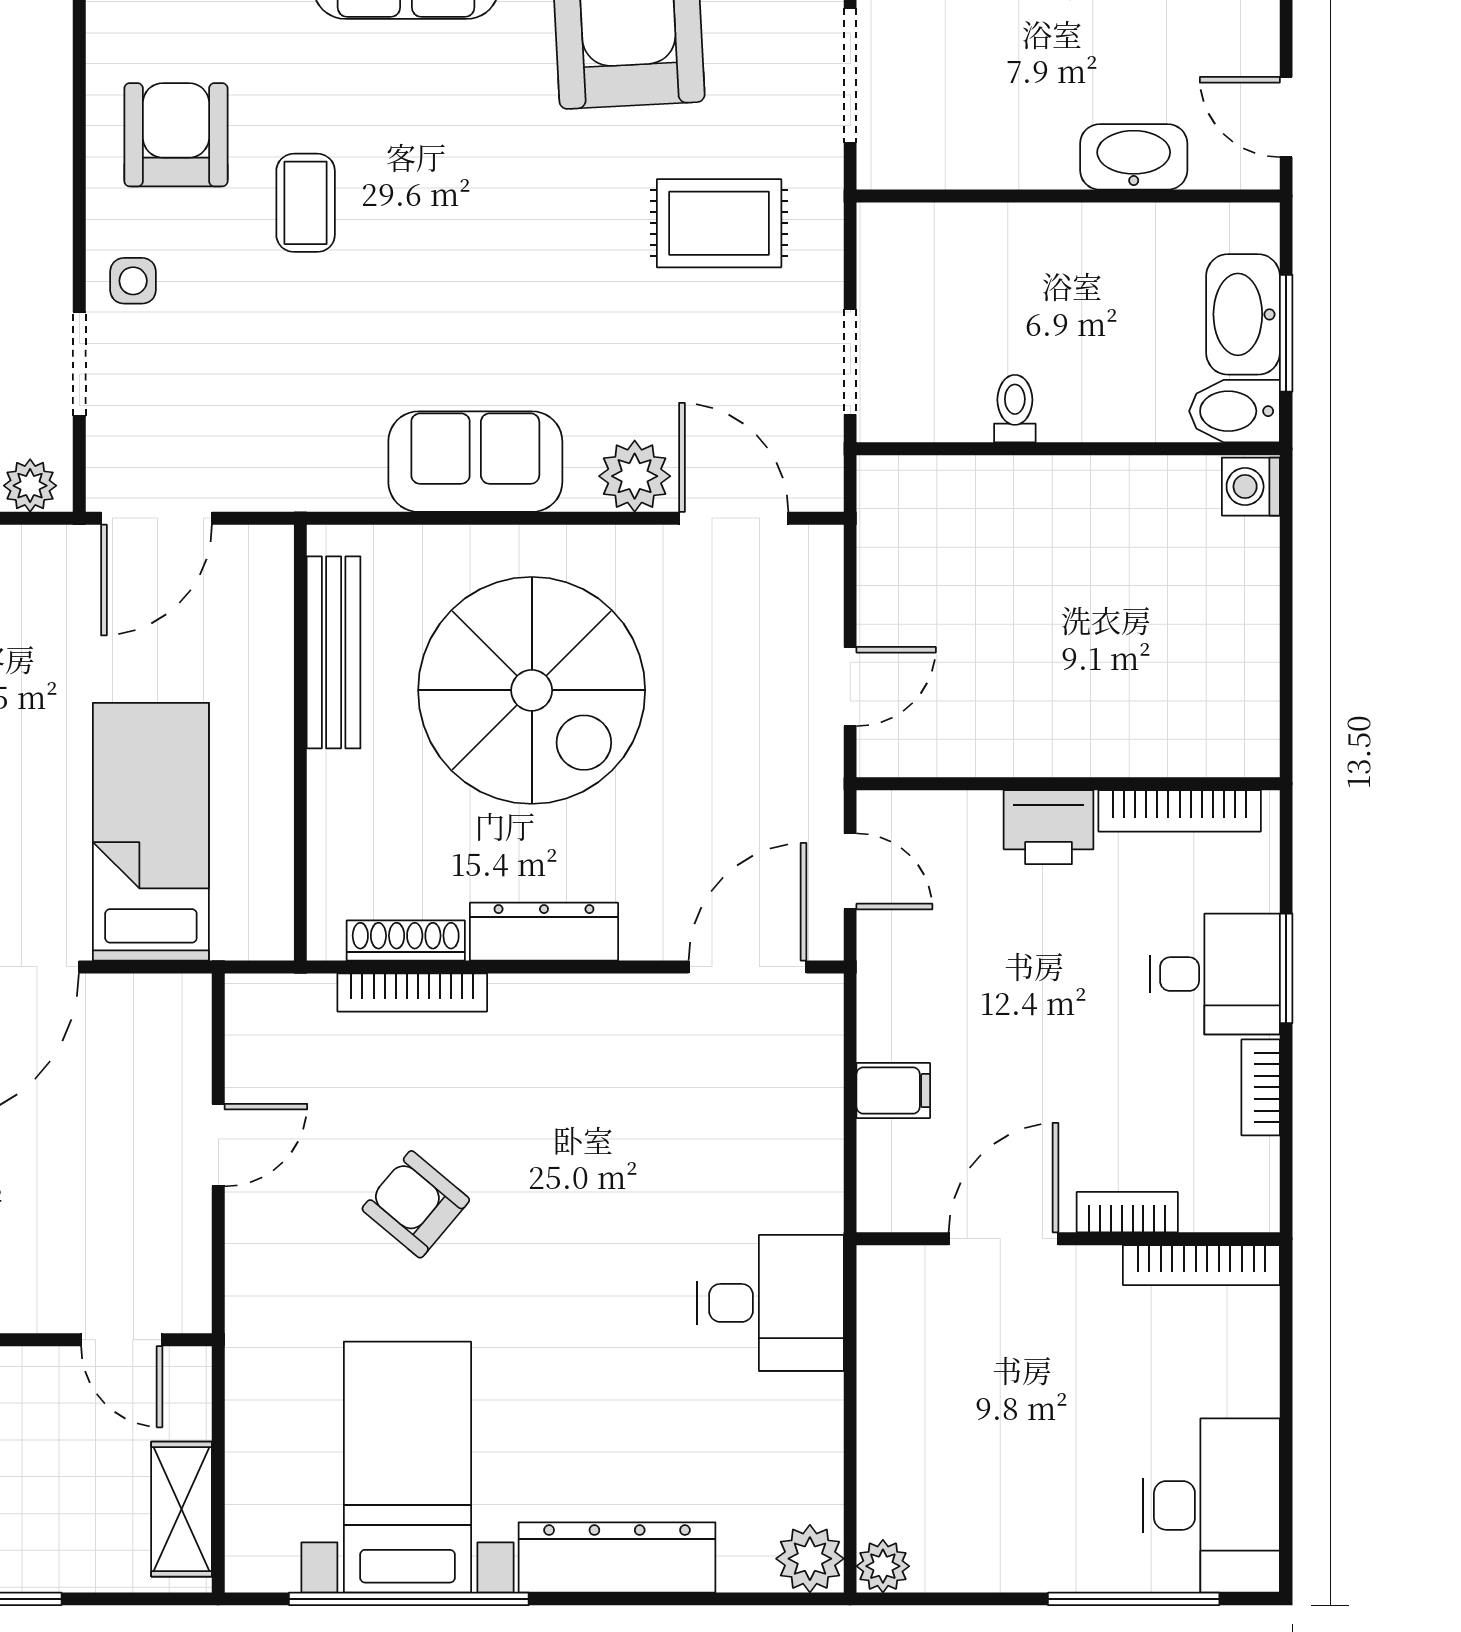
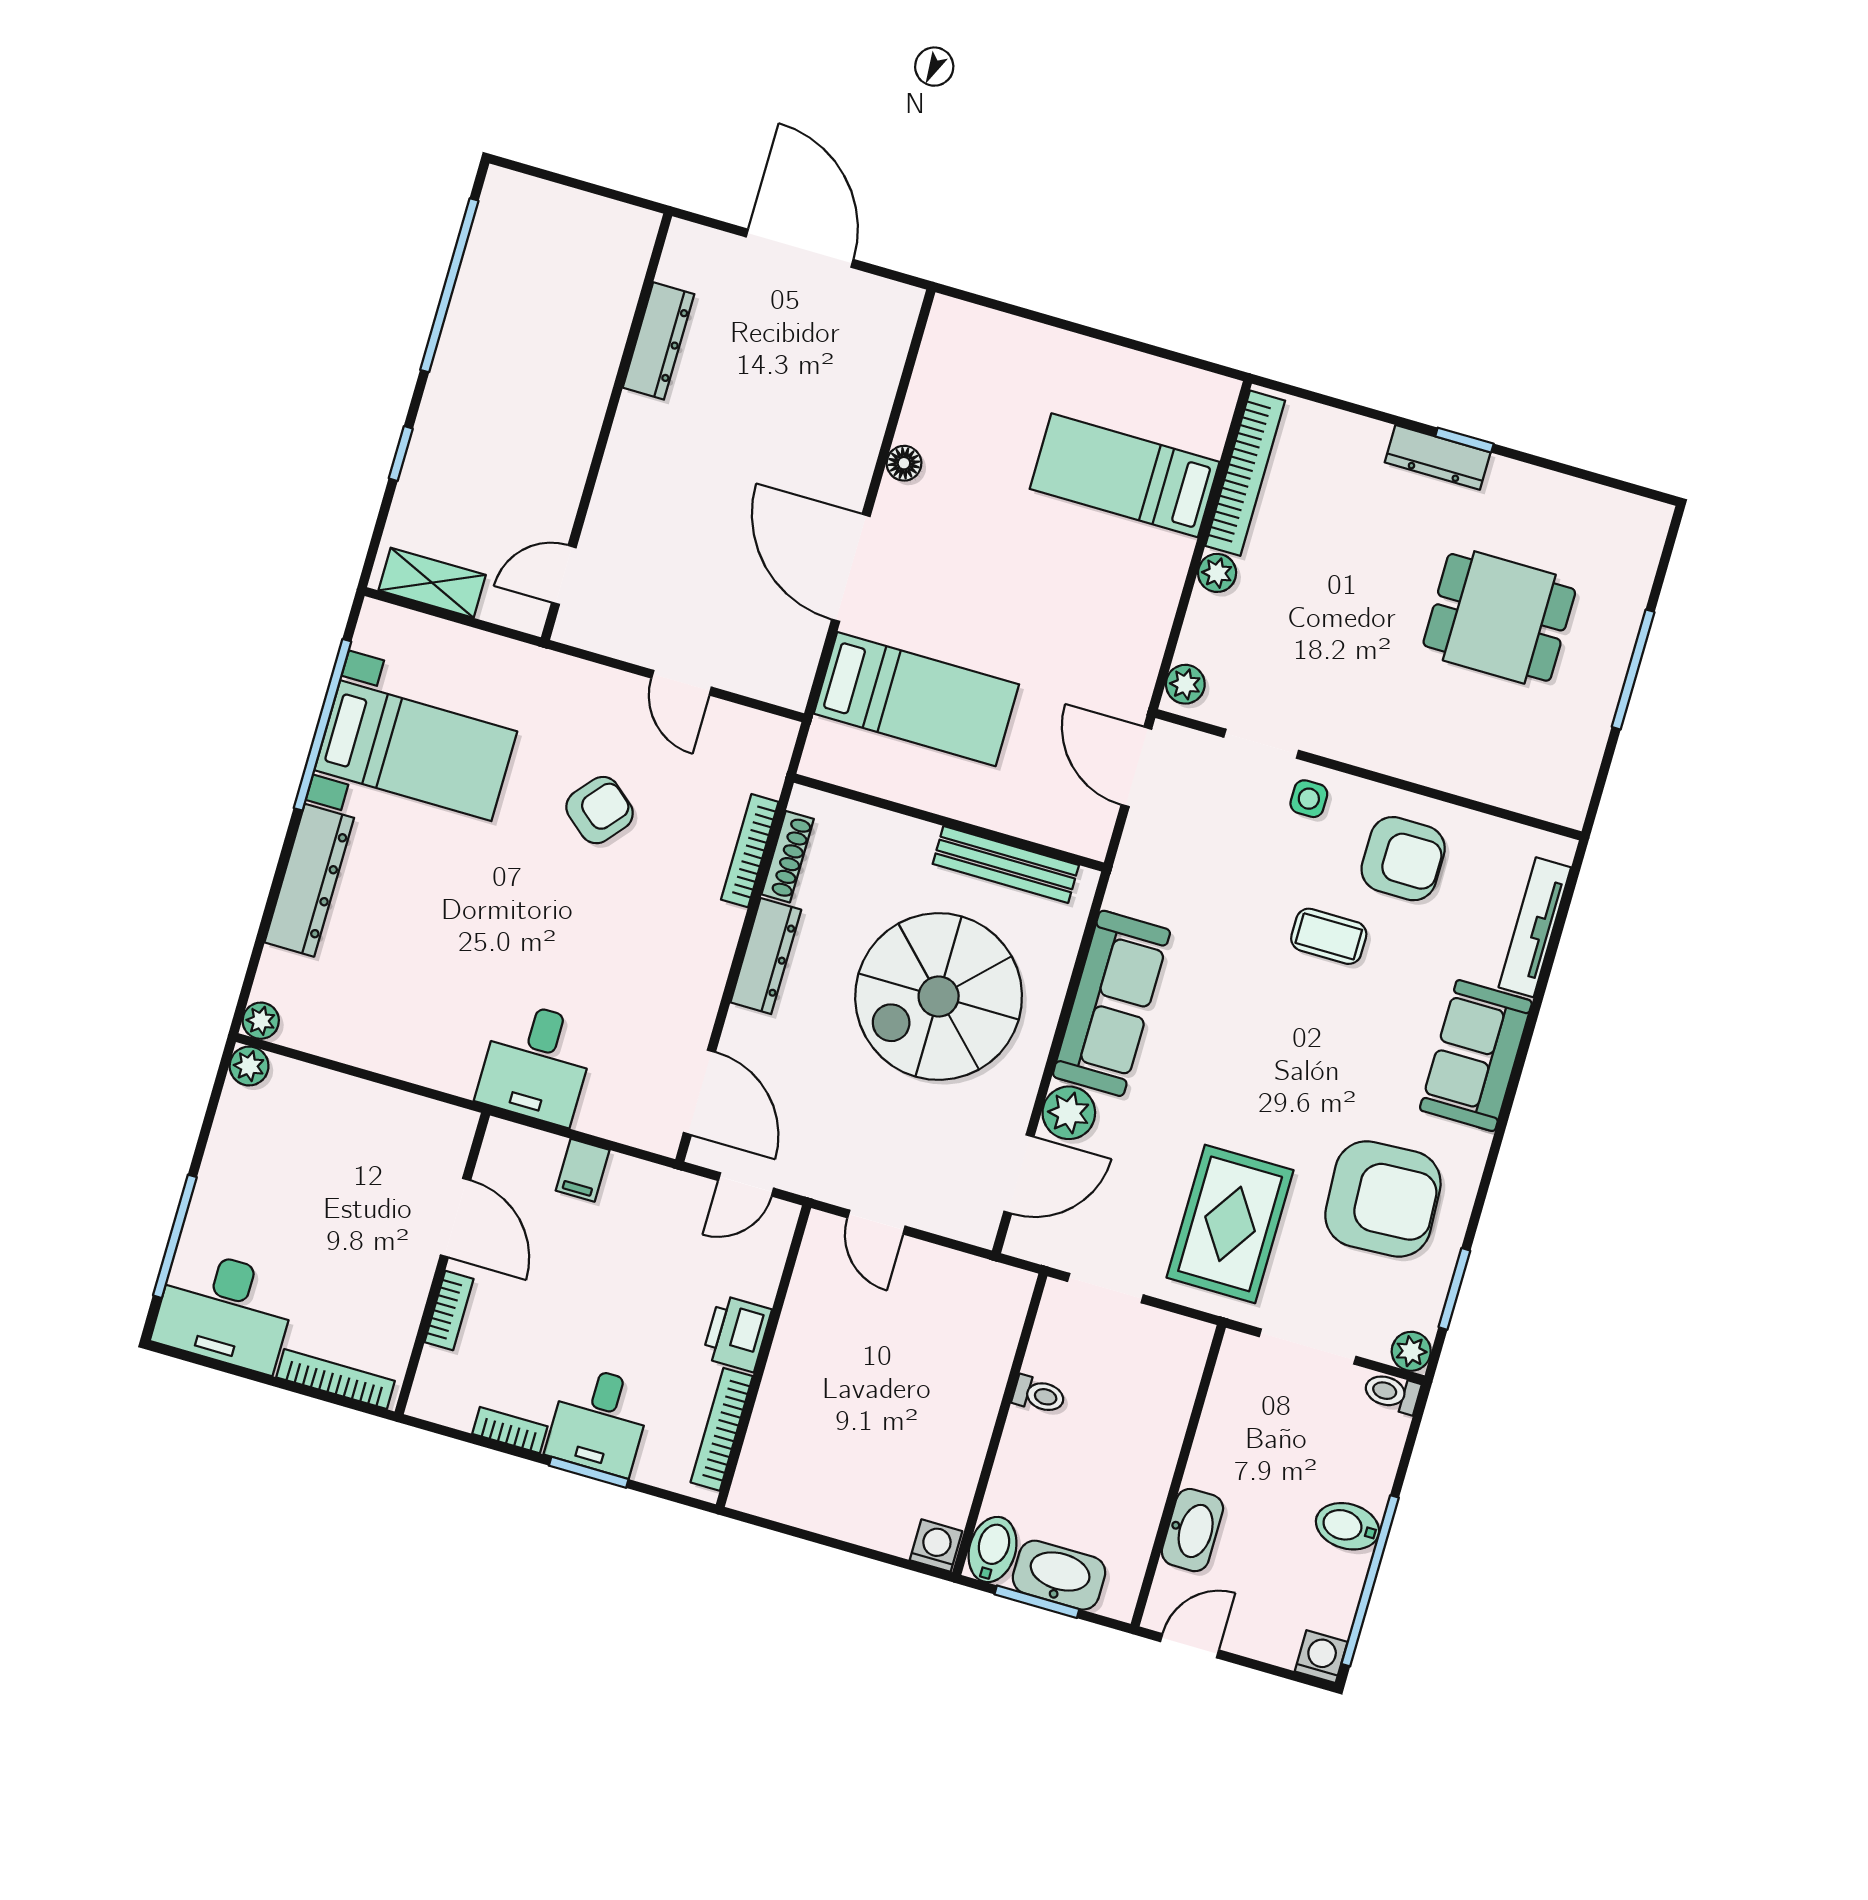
rug: (719, 223) -> (1230, 1224), width x1.36, depth x1.43
sofa: (475, 462) -> (1111, 1003), width x1.36
bookcase: (1201, 1265) -> (336, 1379), moved, turned 90
desk: (771, 1303) -> (536, 1063), moved
plant: (810, 1559) -> (261, 1021), width x0.73, depth x0.73

